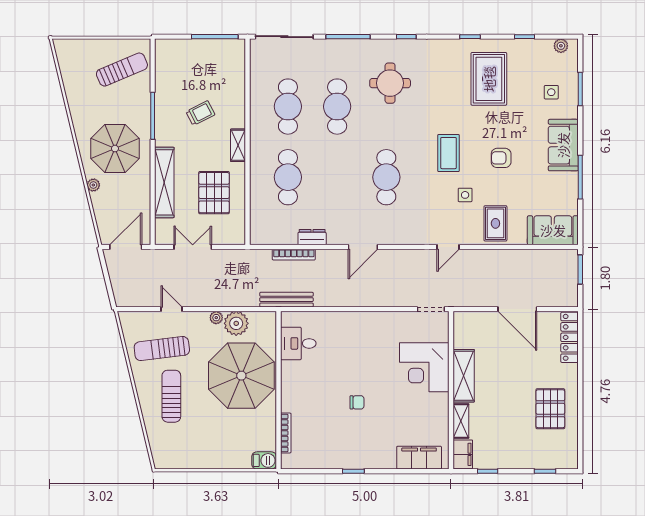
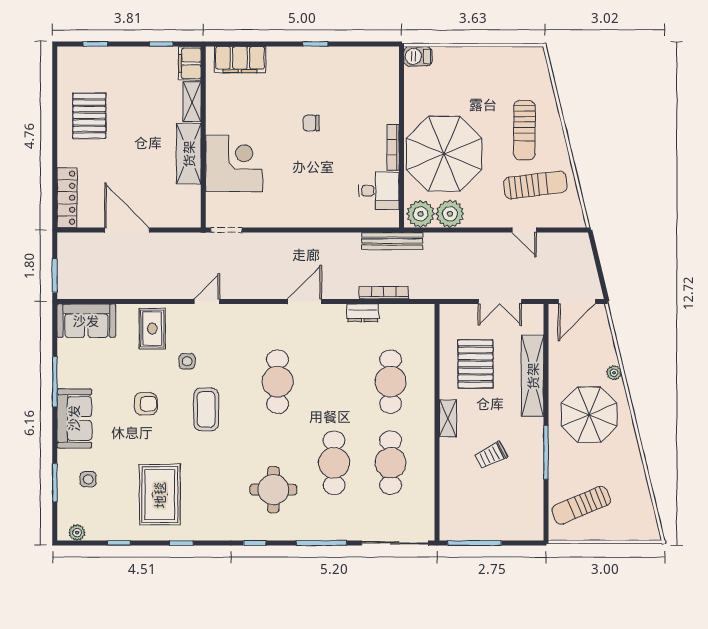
plant: (216, 318) -> (421, 214), moved, width x1.88, depth x1.88
bookcase: (286, 433) -> (393, 147), moved

